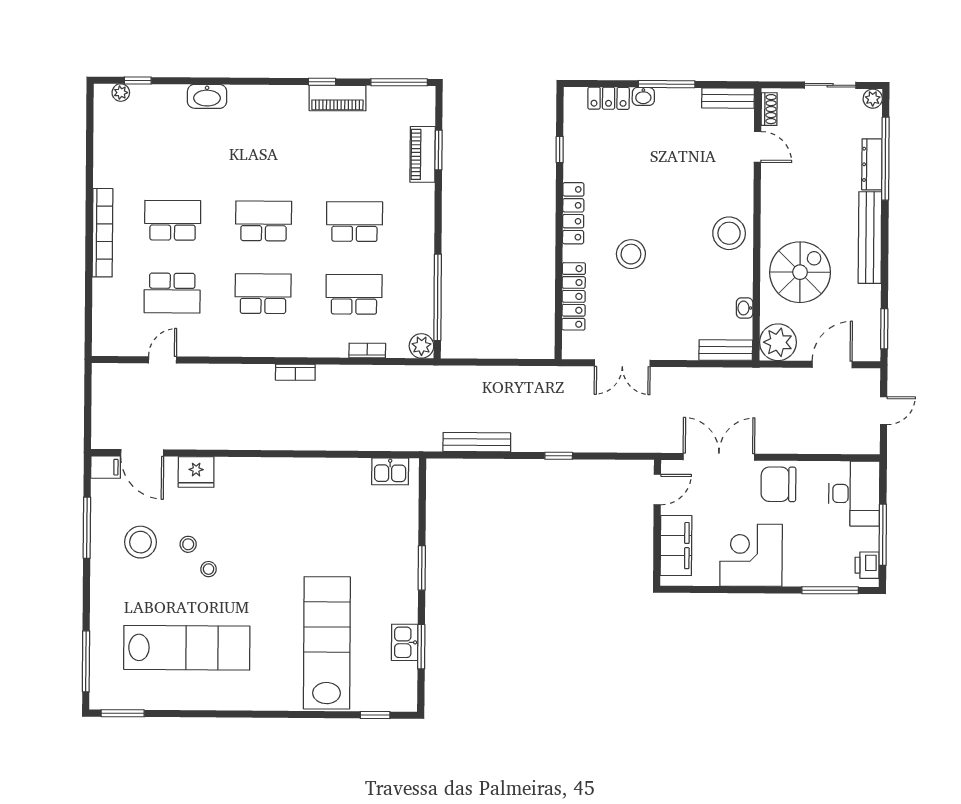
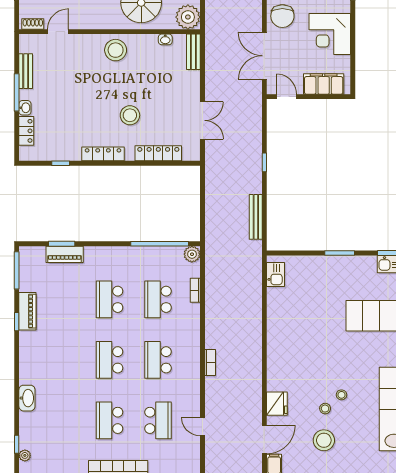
bench: (728, 98) -> (26, 71), moved
bookcase: (295, 372) -> (210, 363), moved

